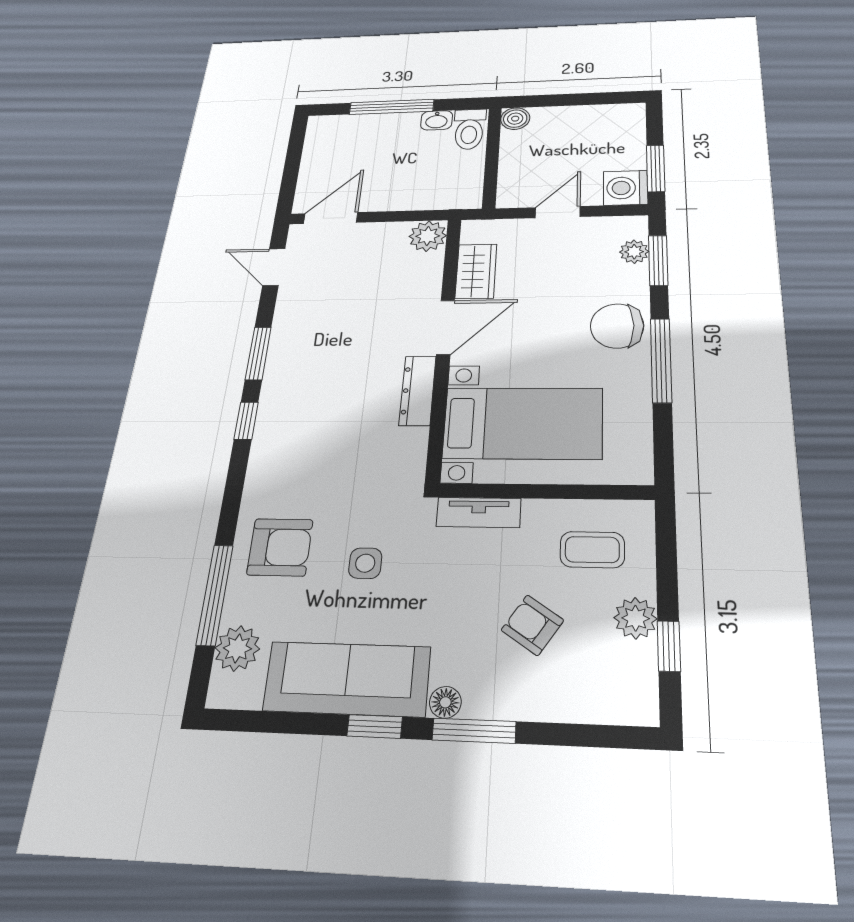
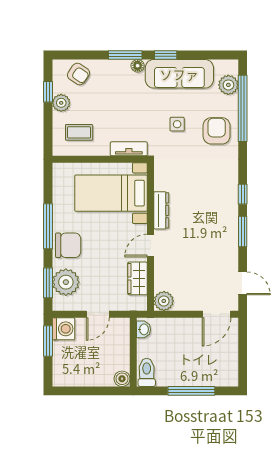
washbasin: (437, 120) -> (144, 329), moved, turned 90
plant: (634, 252) -> (66, 282), width x1.88, depth x1.88
door: (446, 327) -> (151, 245), width x0.73
armchair: (280, 547) -> (217, 131), turned 90
window: (215, 595) -> (243, 108), width x1.46
armchair: (532, 625) -> (78, 74), moved

